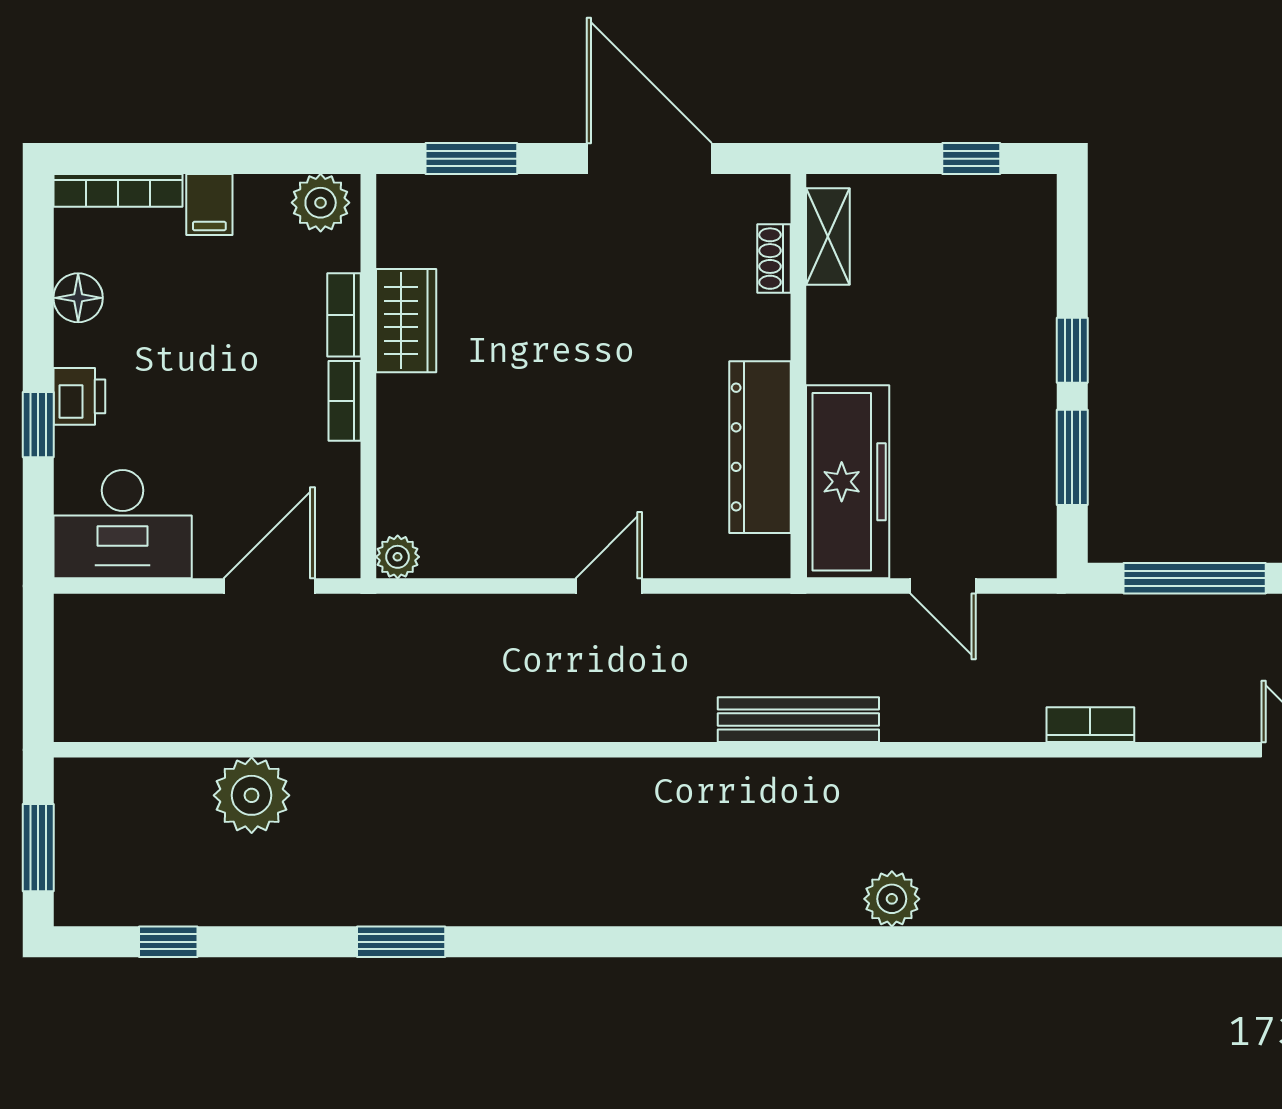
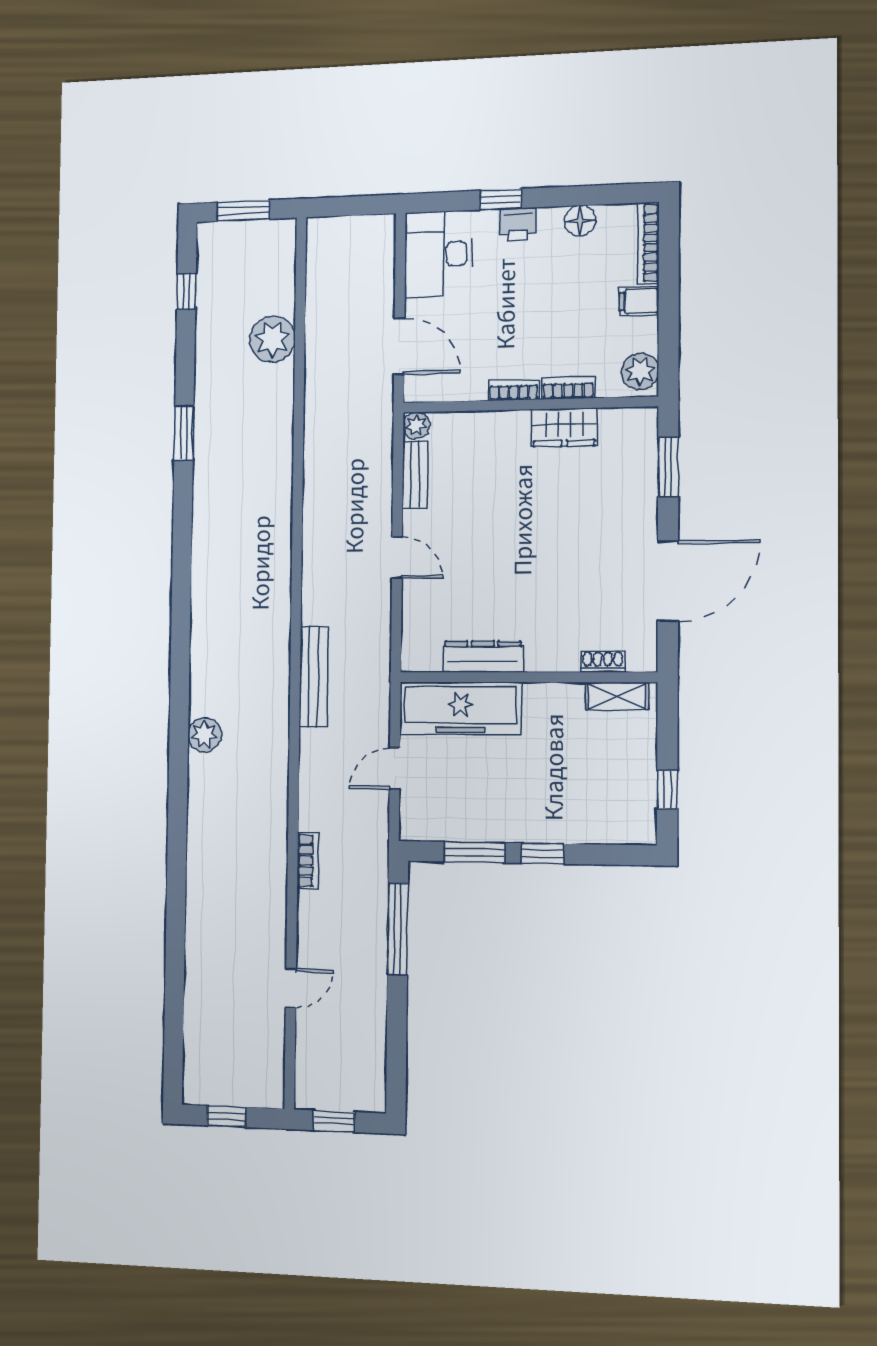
dresser: (760, 447) -> (483, 657), width x0.73, depth x0.80
bench: (476, 558) -> (415, 475), added

